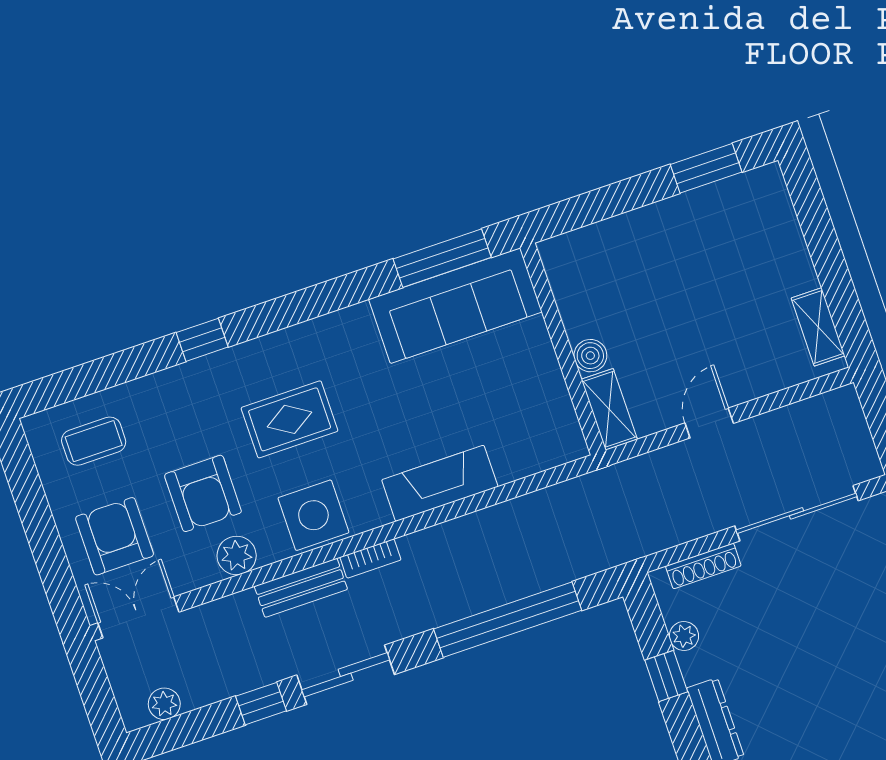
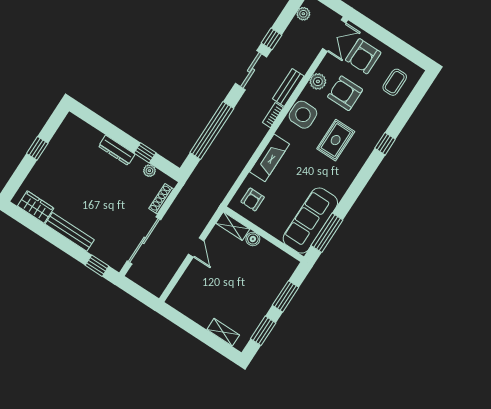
window: (613, 200) -> (286, 296), added
shelving: (818, 327) -> (223, 332), moved
armchair: (533, 430) -> (253, 199), added
armchair: (115, 536) -> (363, 56), turned 90

